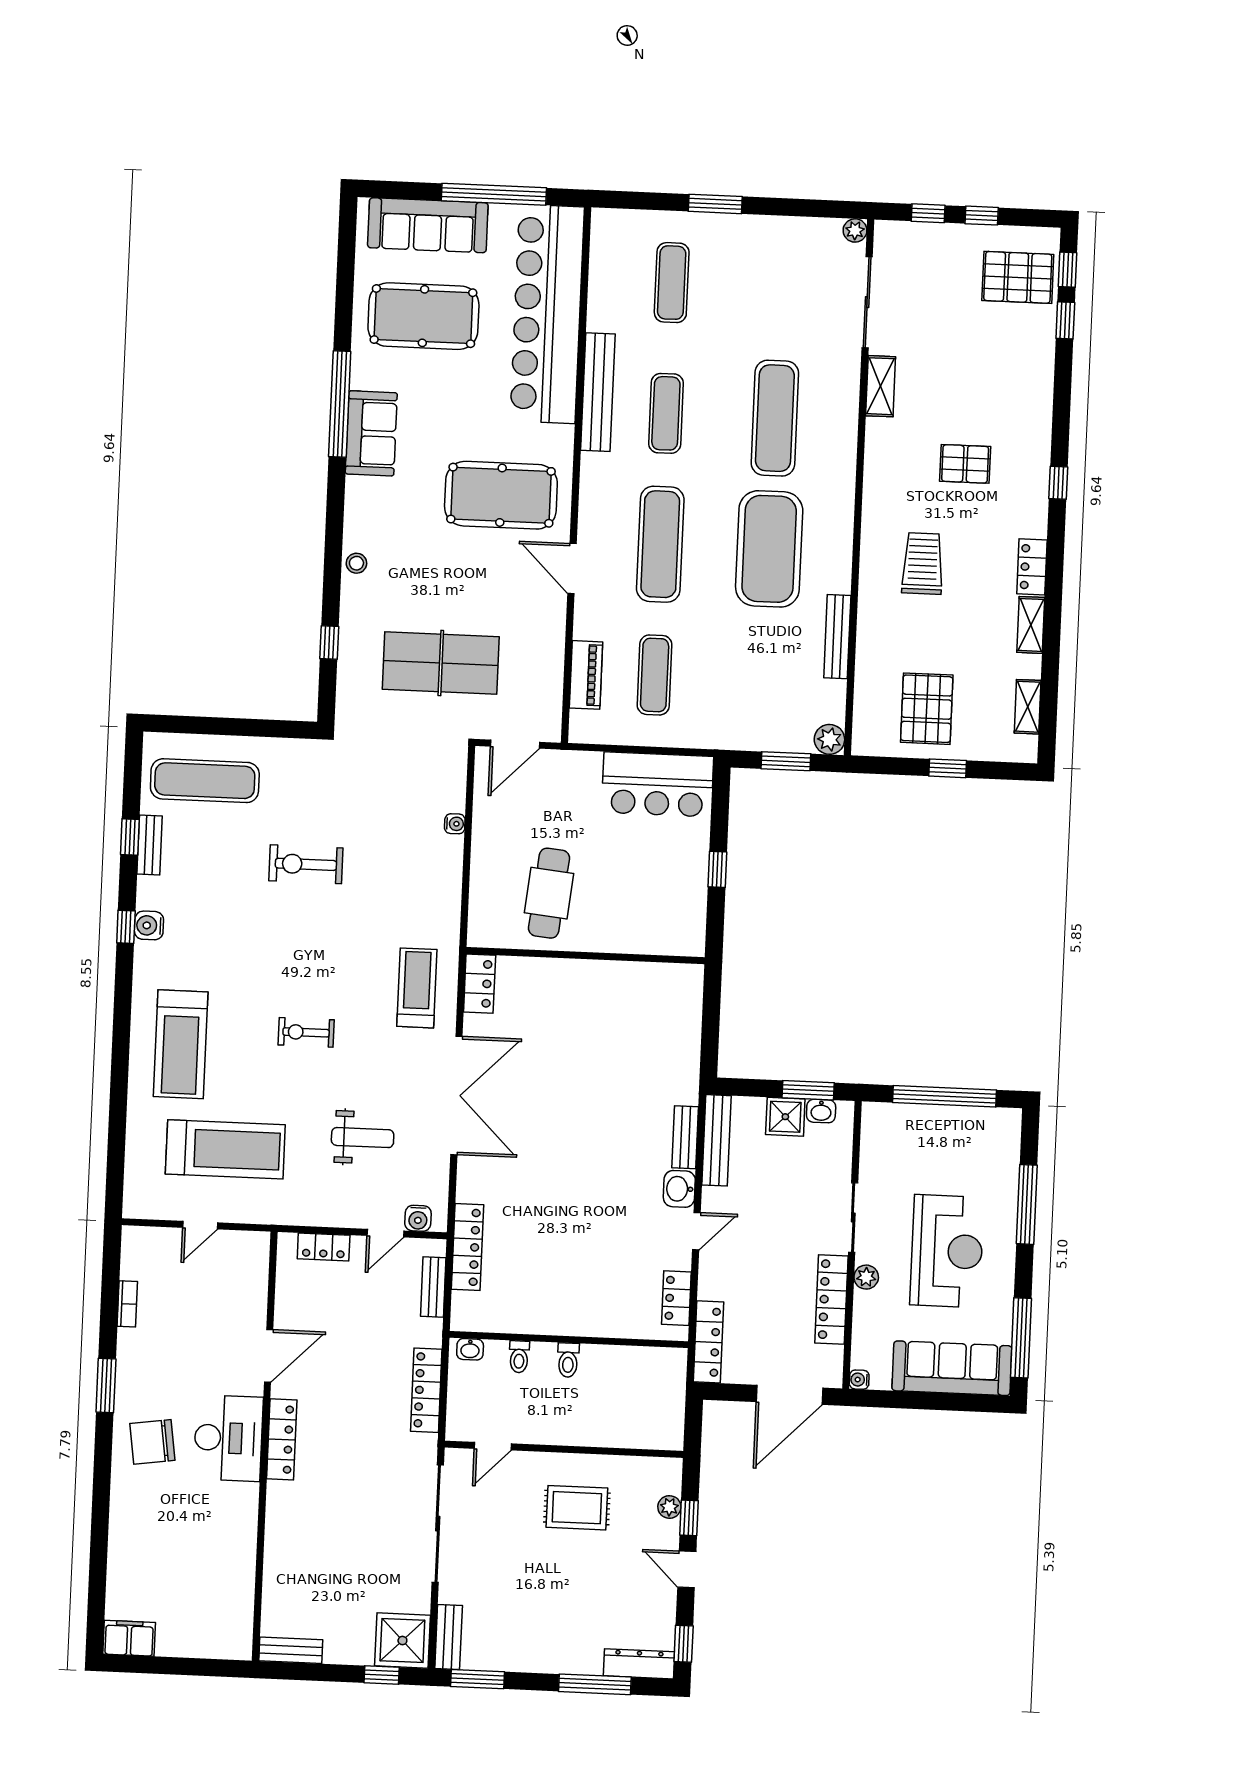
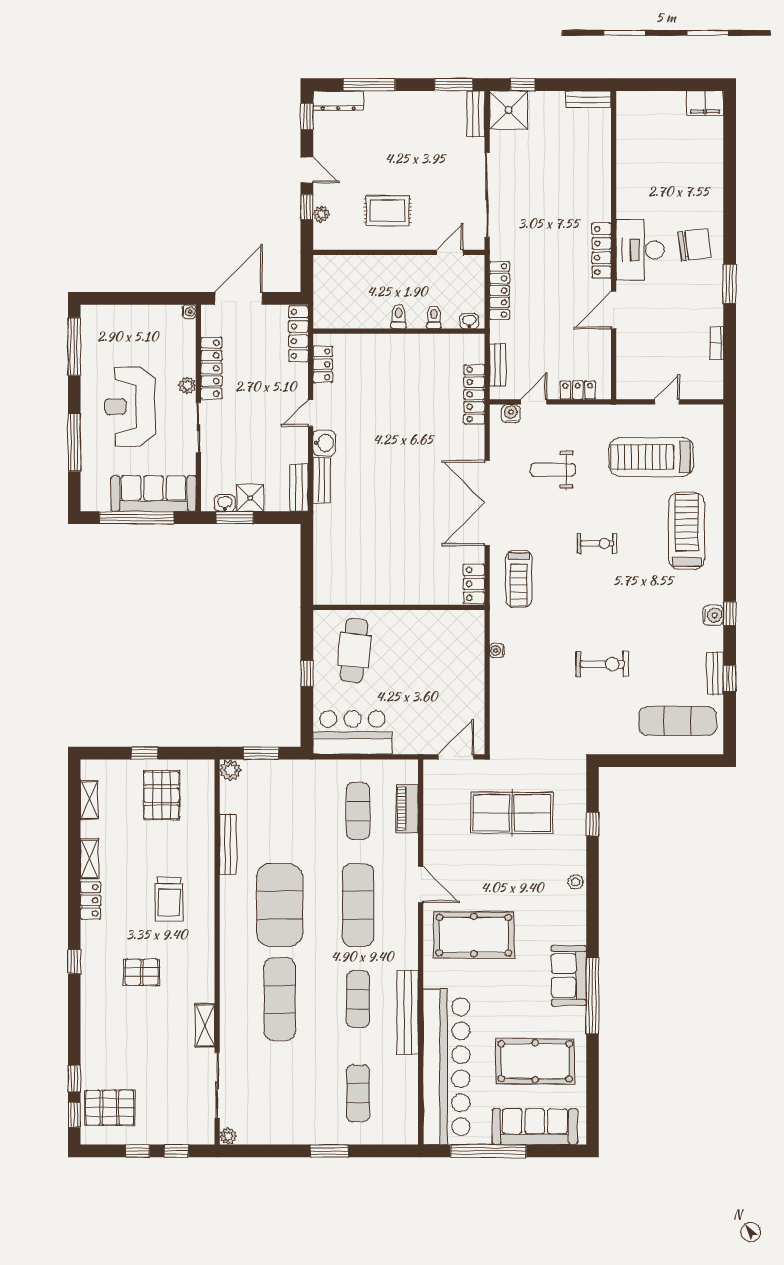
water cooler: (455, 824) -> (497, 650), moved
cafe table: (549, 893) -> (354, 650), moved
bench: (717, 1140) -> (299, 488), width x0.73
sofa: (952, 1368) -> (154, 493), moved, turned 180

